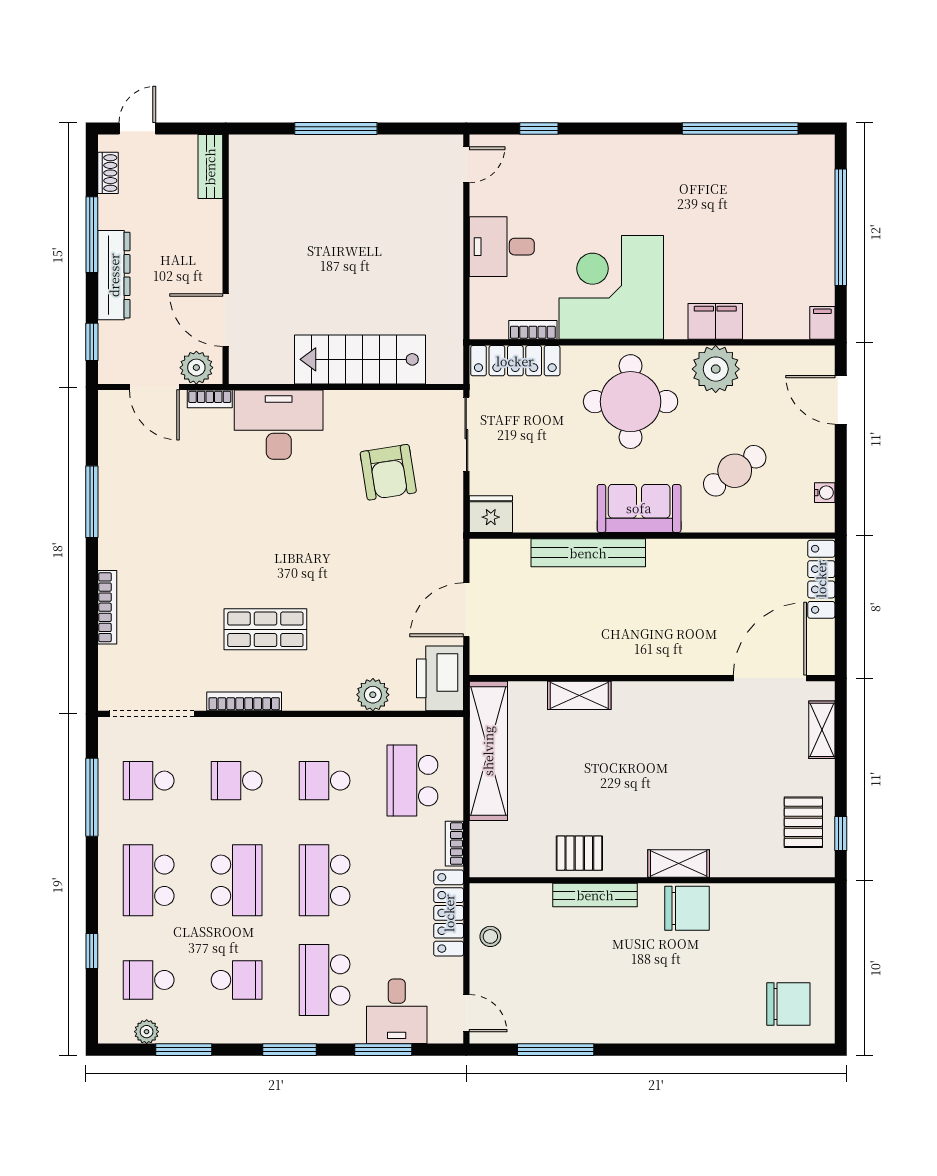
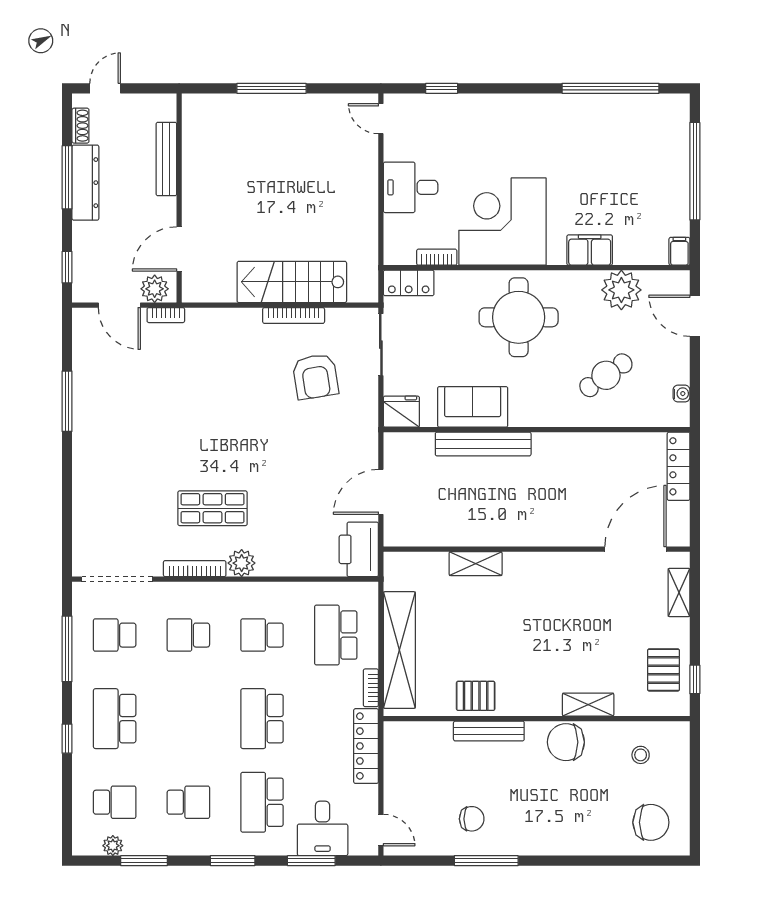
door: (466, 165) -> (381, 119), swing flipped
bench: (210, 167) -> (166, 159), moved, width x1.36
dresser: (114, 275) -> (85, 183), moved
door: (226, 320) -> (179, 249), hinge flipped
locker: (515, 361) -> (409, 283), width x0.66
plant: (716, 369) -> (621, 290), moved
desk: (279, 425) -> (224, 337), removed
sofa: (639, 508) -> (473, 407), moved
bookcase: (107, 607) -> (294, 315), moved, turned 90
plant: (373, 695) -> (242, 563), moved
shelving: (488, 751) -> (399, 650), moved
shelving: (679, 864) -> (588, 705), moved
school desk: (237, 880) -> (188, 719), removed
chair: (687, 908) -> (566, 742), turned 180
stool: (490, 936) -> (641, 755), moved
window: (92, 951) -> (67, 739), moved
school desk: (149, 980) -> (115, 802), turned 180
chair: (575, 1000) -> (472, 819), added
window: (556, 1050) -> (486, 861), moved

